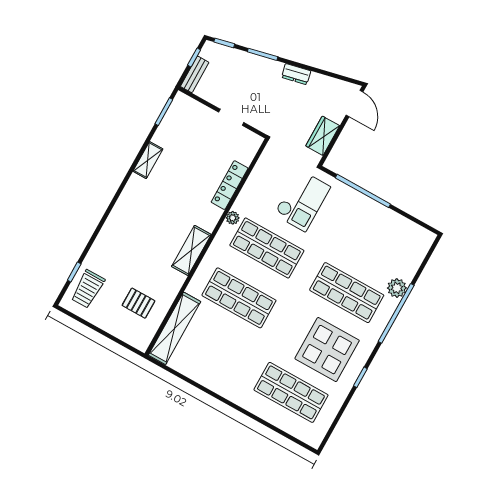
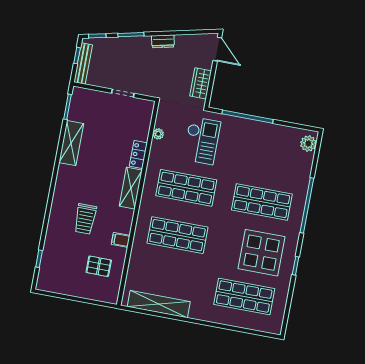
bench: (195, 74) -> (83, 64), width x1.36
shelving: (148, 160) -> (71, 143), width x1.50, depth x1.33
locker: (230, 185) -> (138, 155), width x0.66
plant: (233, 218) -> (158, 134), moved
shelving: (191, 250) -> (131, 188), moved
filing cabinet: (173, 282) -> (121, 240), added
plant: (397, 288) -> (308, 144), moved
trolley: (88, 289) -> (85, 219), moved
shelving: (175, 328) -> (159, 304), moved, turned 90

